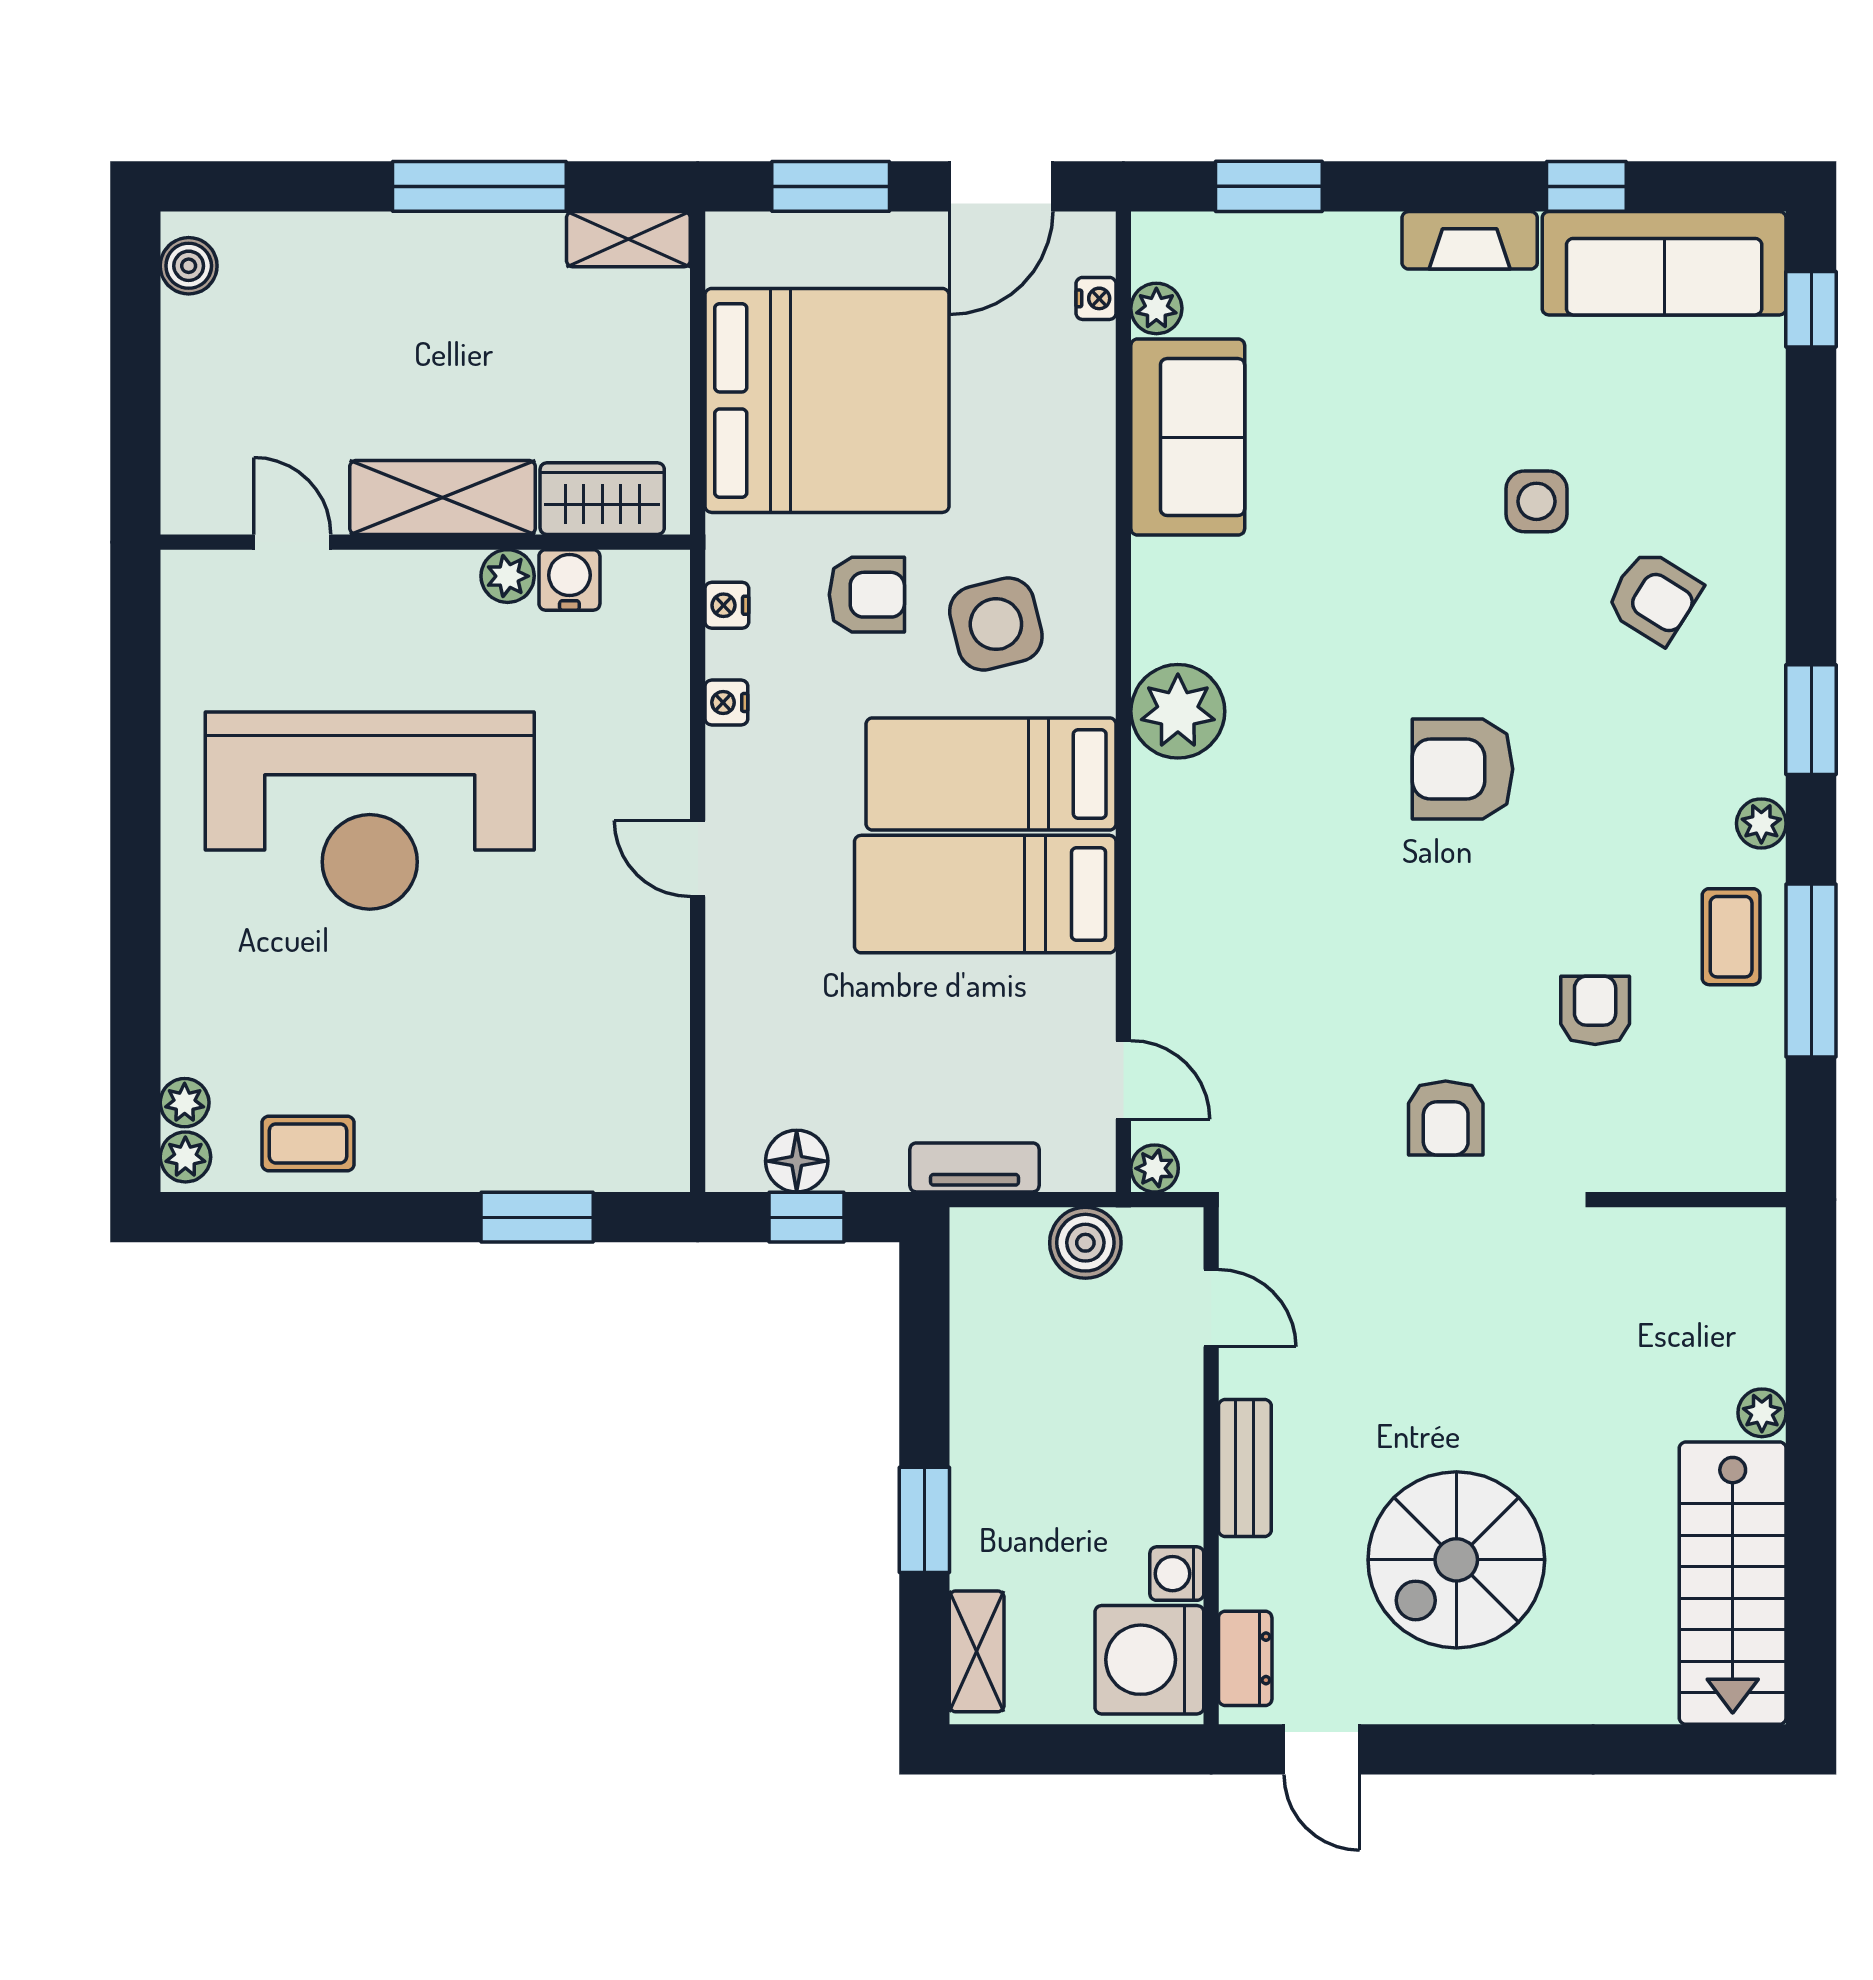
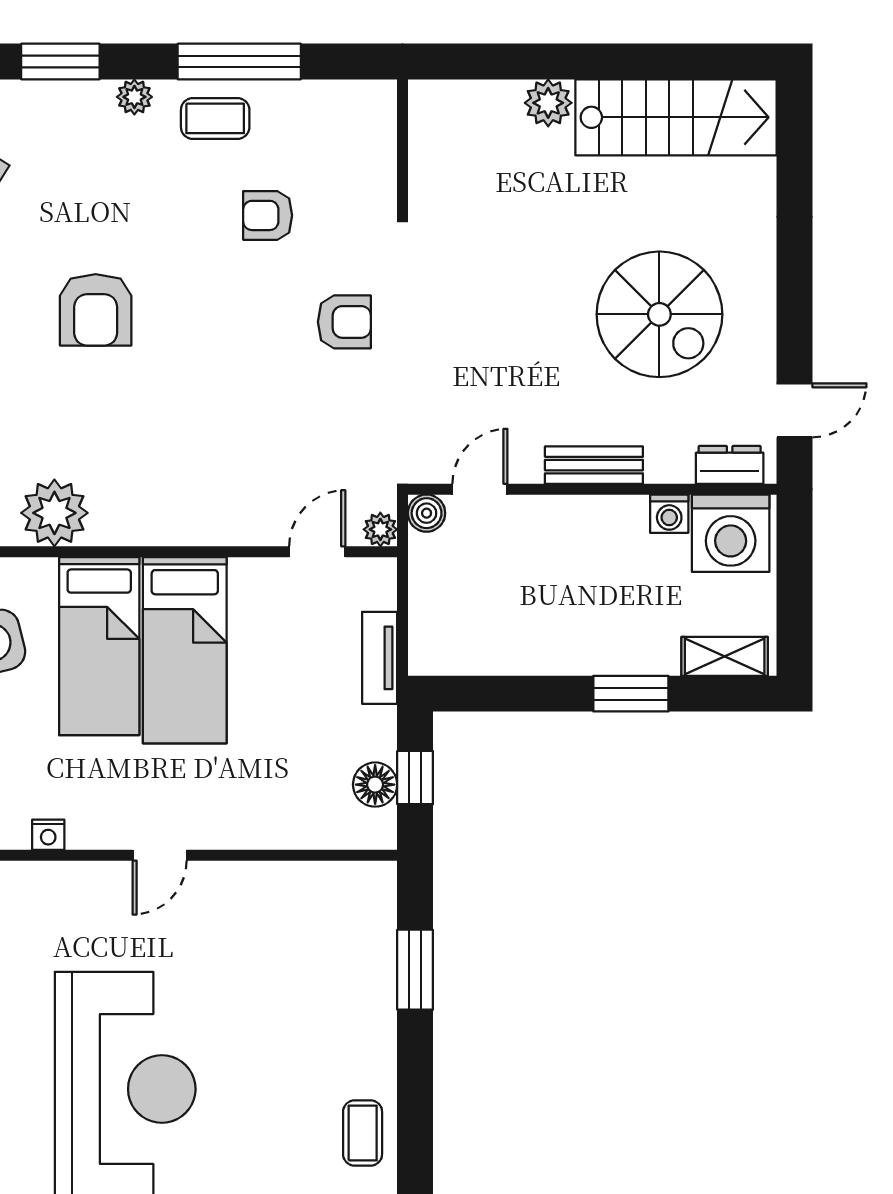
boiler: (1085, 1243) -> (427, 513), moved, width x0.73, depth x0.73
plant: (1762, 1413) -> (548, 103), width x1.38, depth x1.38

